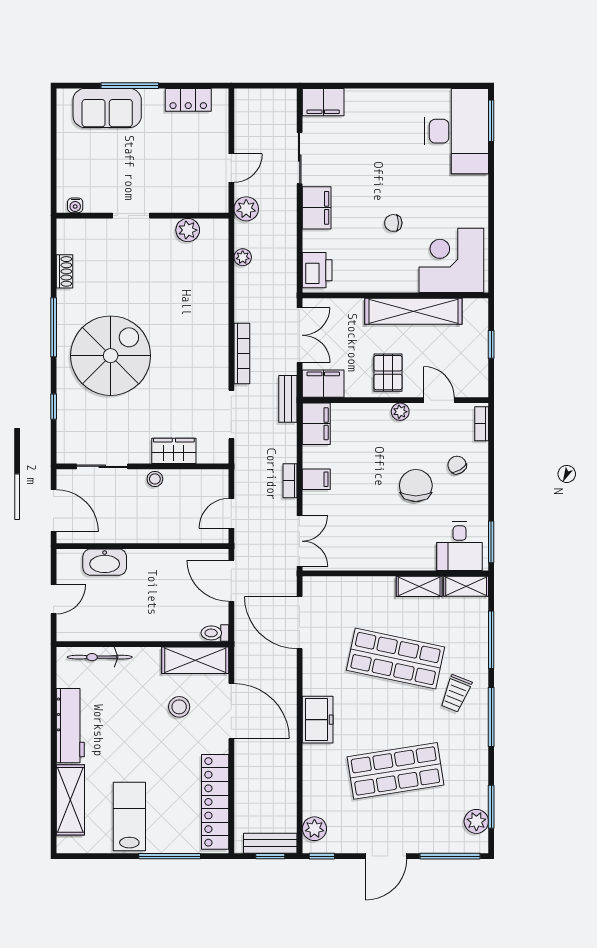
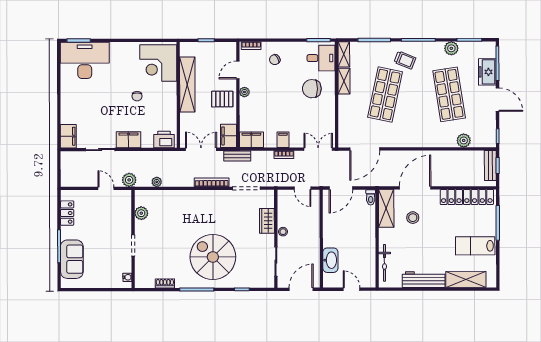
chair: (416, 486) -> (312, 89), moved
freezer: (318, 720) -> (487, 72), moved, turned -90
plant: (476, 821) -> (451, 48), moved
plant: (314, 829) -> (464, 140), moved

